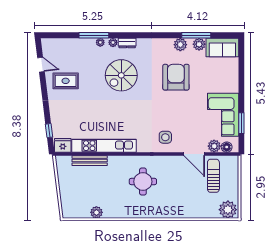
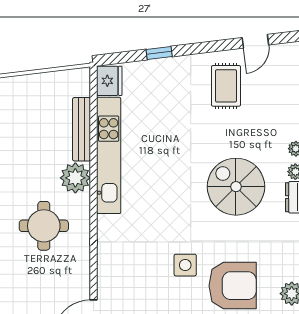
window: (49, 131) -> (159, 53), moved
side table: (165, 137) -> (185, 265), moved
plant: (116, 164) -> (75, 178), added

